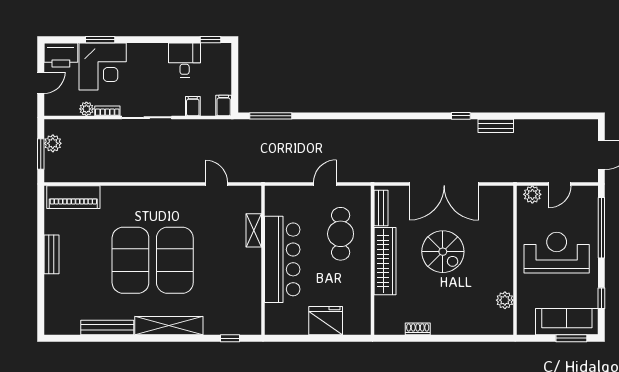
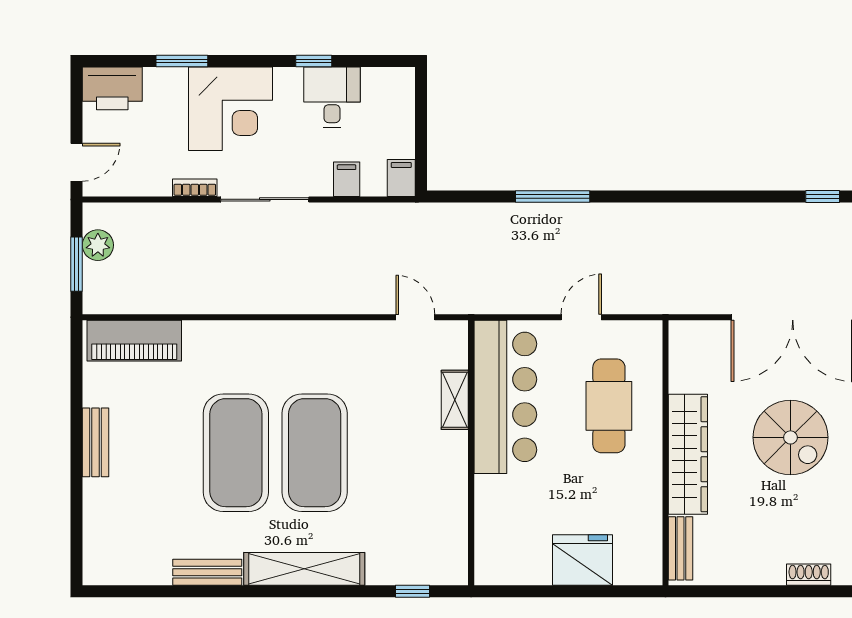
window: (211, 40) -> (314, 61), moved
corner desk: (103, 67) -> (231, 109), moved
door: (41, 83) -> (76, 162), moved
plant: (86, 109) -> (158, 184), removed
window: (271, 116) -> (553, 197), moved
door: (217, 184) -> (415, 317), moved
bench: (381, 208) -> (681, 548), moved
bar counter: (282, 259) -> (505, 397), moved
bench: (107, 327) -> (207, 572), width x0.73
shoe rack: (418, 329) -> (809, 575), moved

